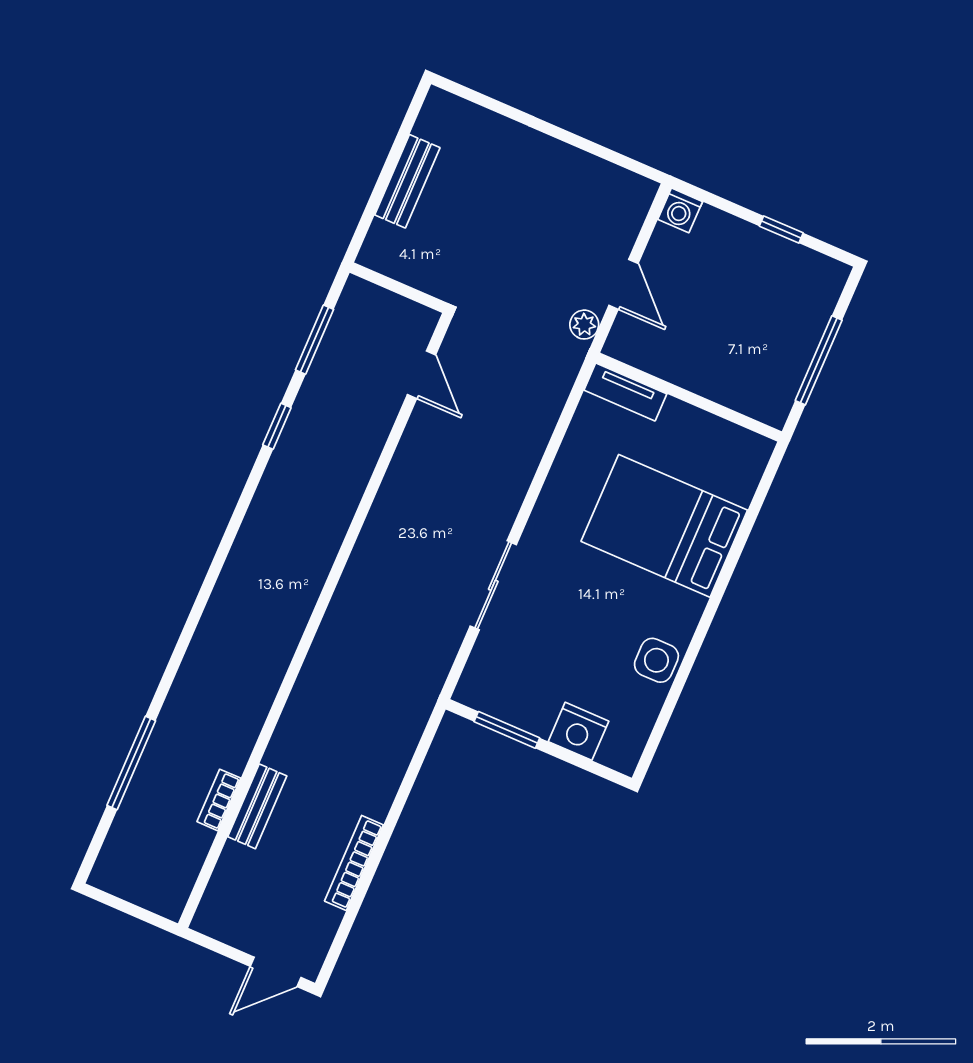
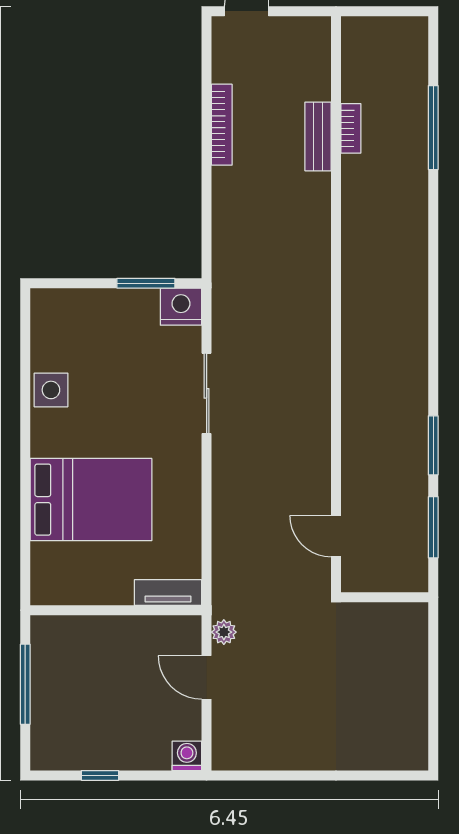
bench: (407, 181) -> (414, 685), removed
window: (277, 426) -> (433, 445), width x1.50
nightstand: (578, 731) -> (181, 307), moved

